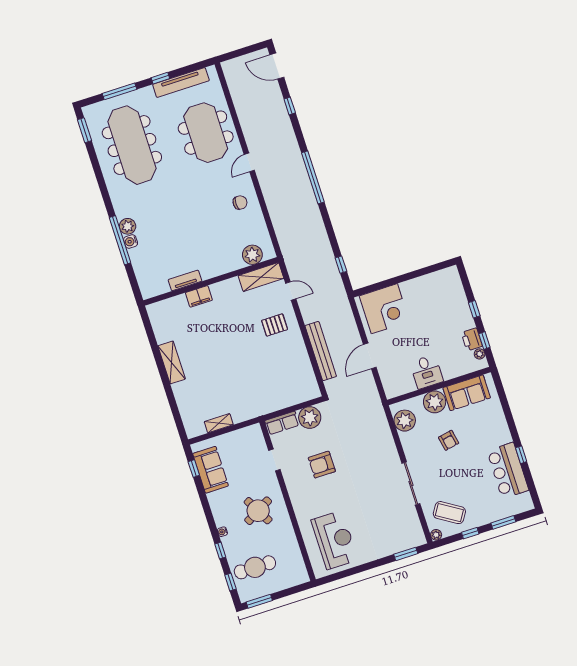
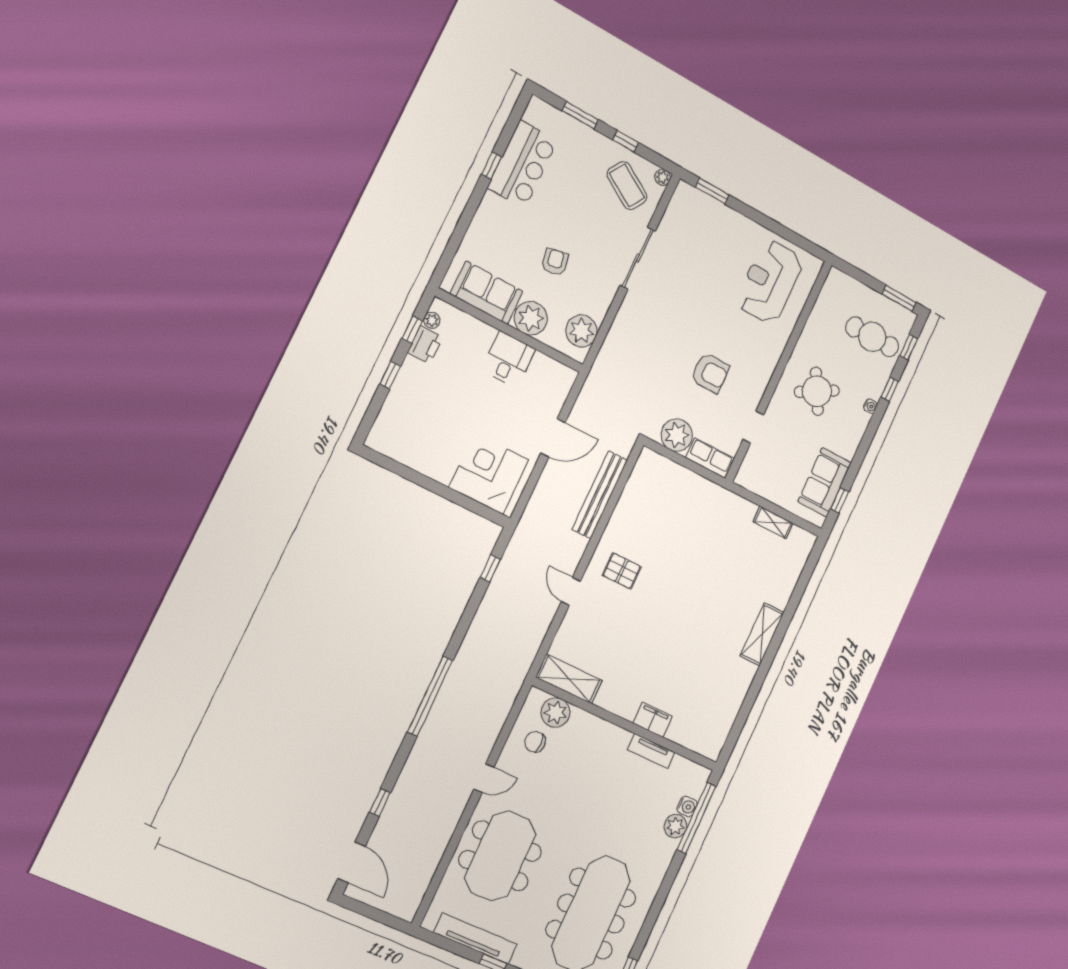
plant: (252, 255) -> (556, 713), moved
shelving: (261, 277) -> (569, 679), moved
tv unit: (185, 280) -> (651, 751), moved
wall: (211, 281) -> (625, 724), moved
filing cabinet: (199, 296) -> (653, 720), moved

